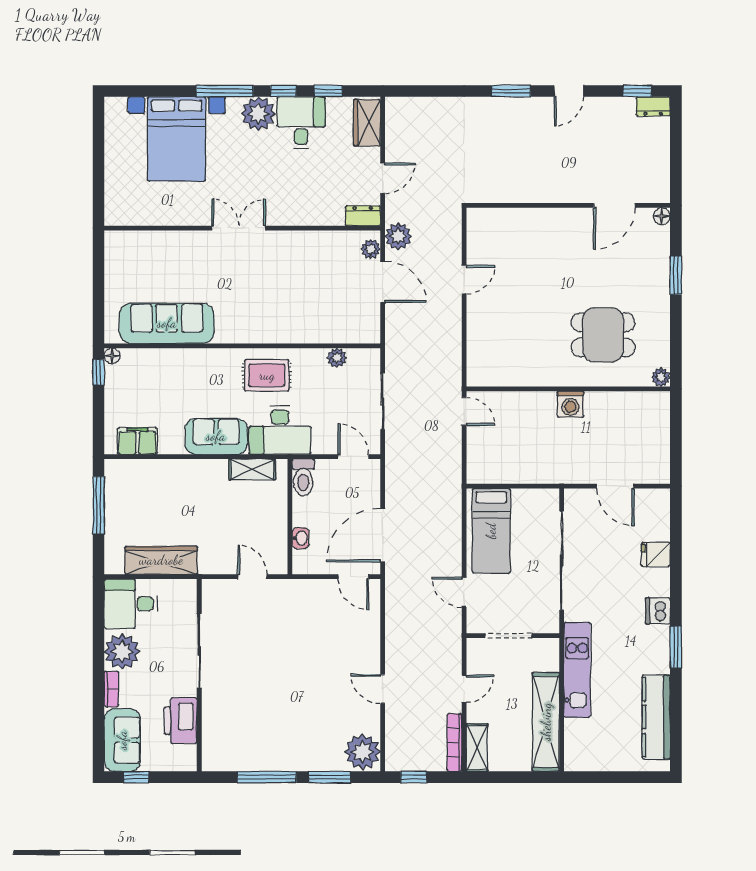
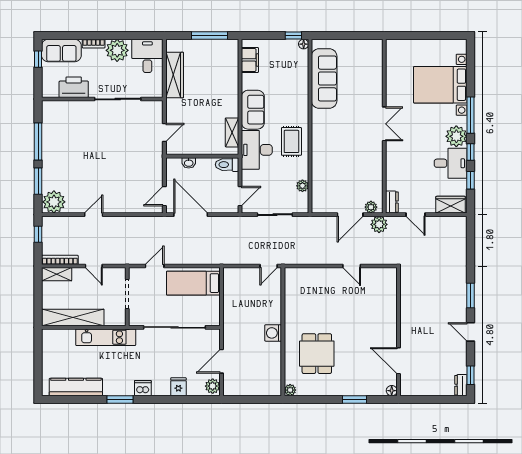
plant: (655, 500) -> (213, 386), added

